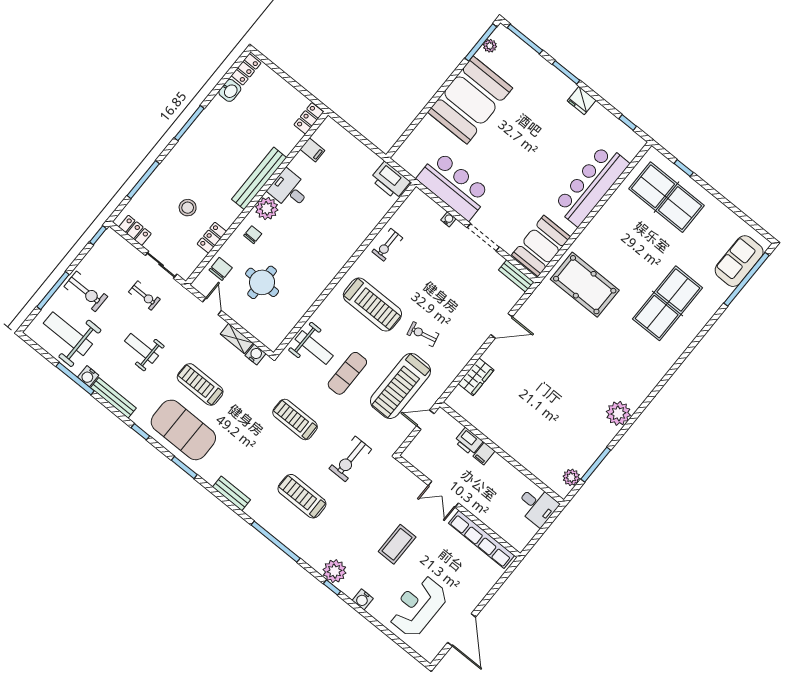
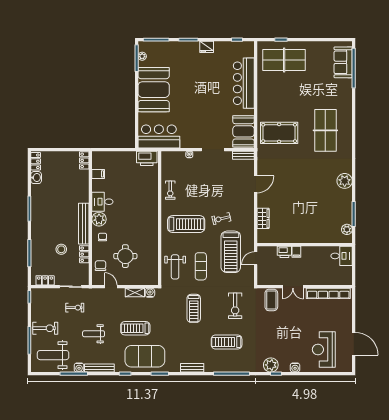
bench: (259, 178) -> (84, 224), moved
bar counter: (454, 186) -> (159, 136), moved
table tennis table: (668, 303) -> (325, 130), moved
weight bench: (314, 348) -> (175, 267), turned 90
treadmill: (295, 419) -> (194, 308), turned -90
coffee table: (397, 544) -> (271, 300), moved

